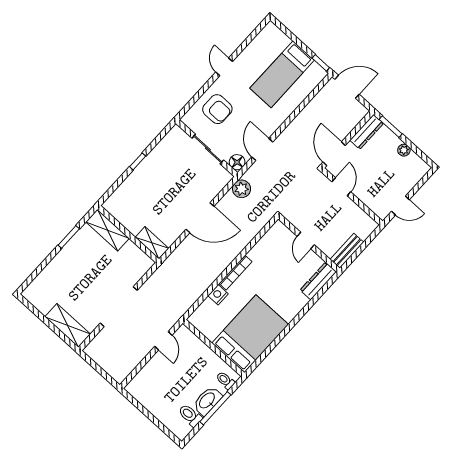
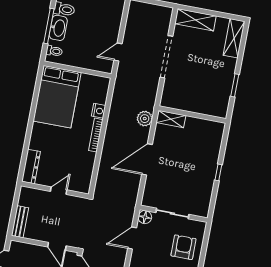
armchair: (217, 109) -> (183, 247), turned 90
door: (262, 149) -> (132, 238), swing flipped
plant: (242, 189) -> (145, 119), moved
shelving: (107, 230) -> (234, 38), moved, turned 90
door: (306, 241) -> (59, 191), hinge flipped
bench: (347, 251) -> (20, 222), moved
door: (163, 341) -> (118, 52), hinge flipped

